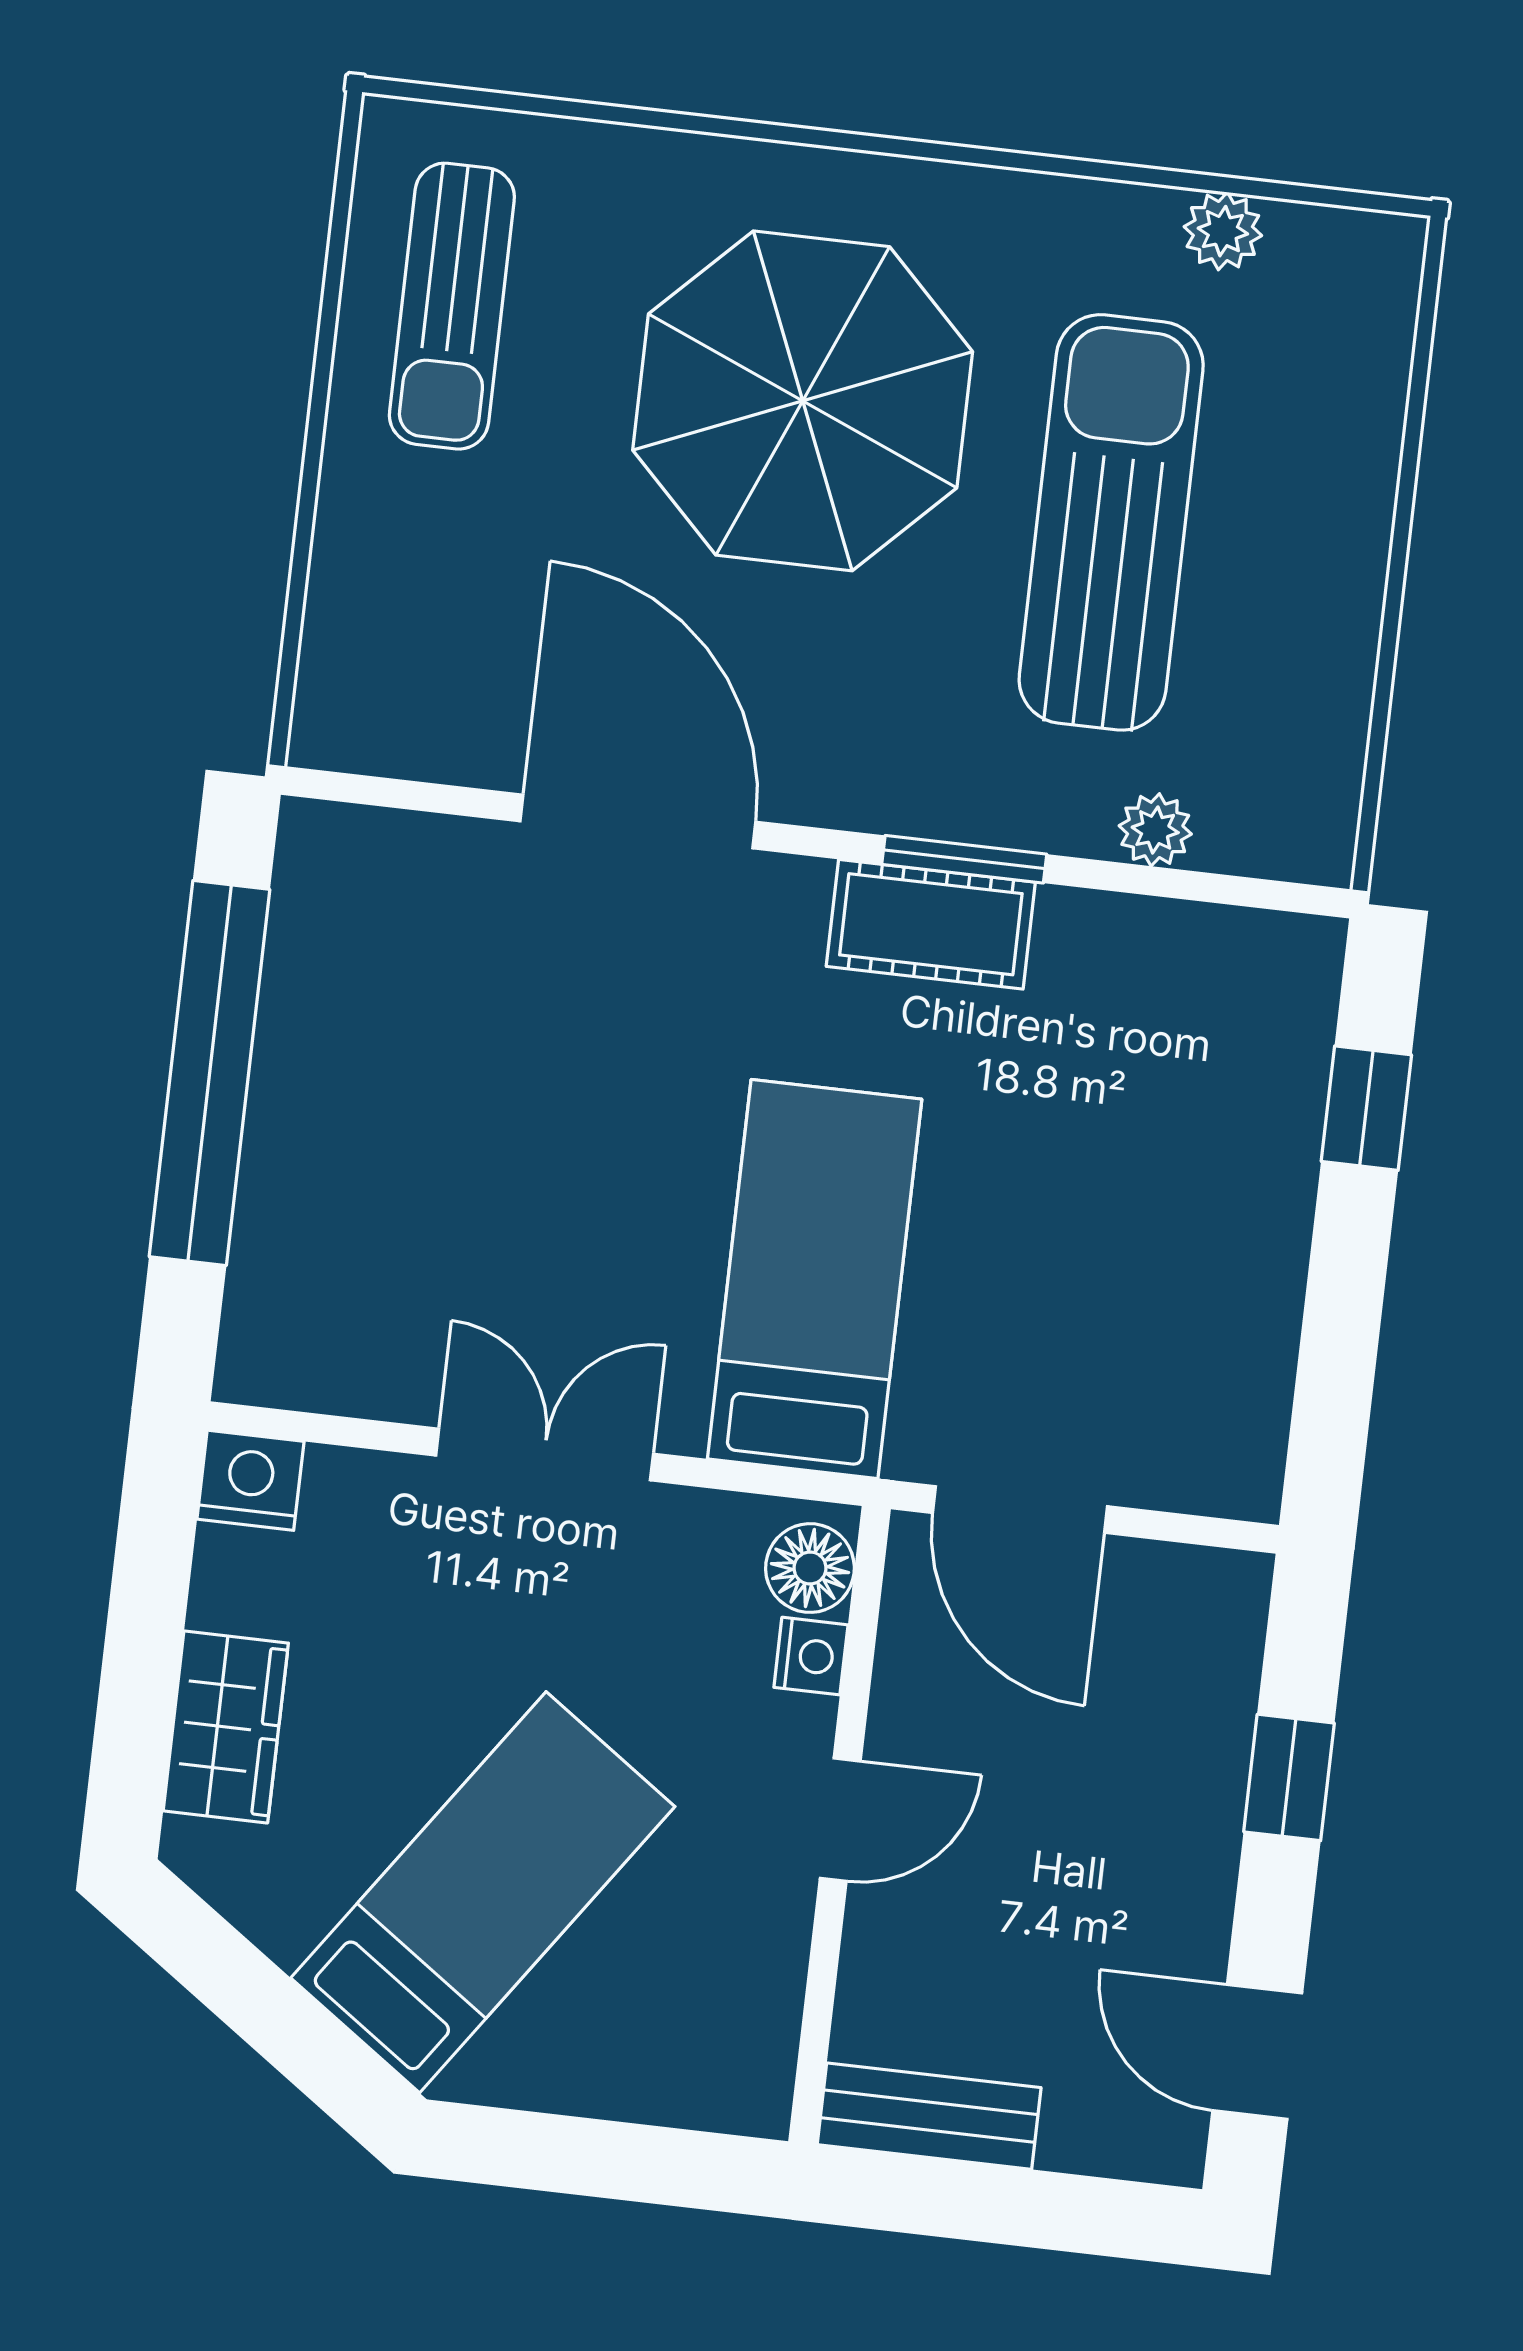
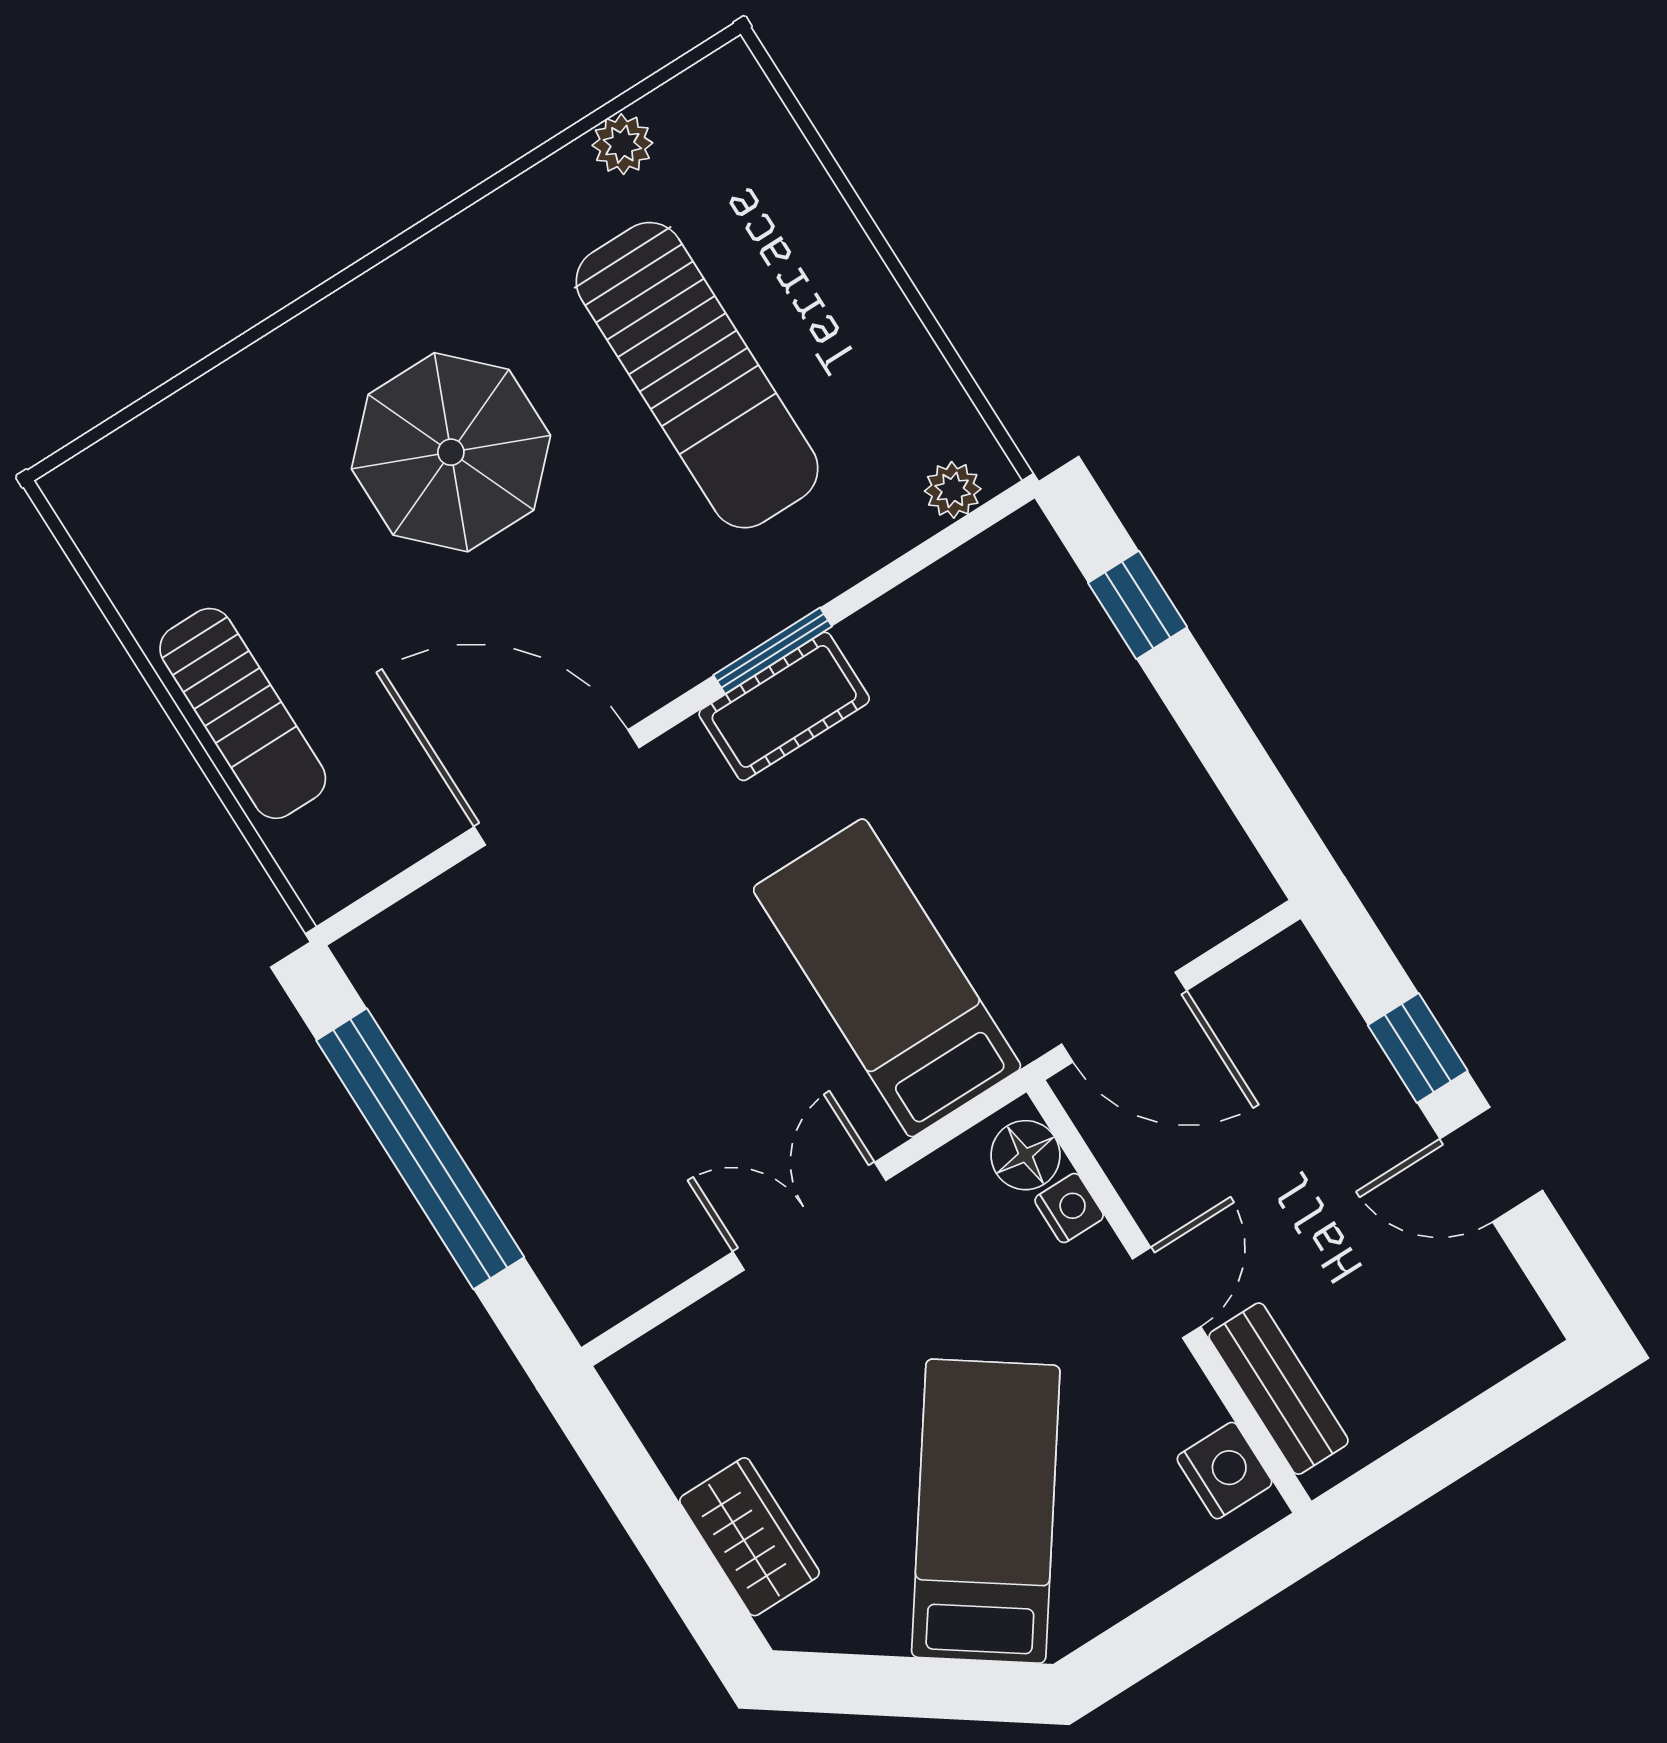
sun lounger: (452, 306) -> (243, 713), moved
parasol: (803, 401) -> (451, 452), width x0.73, depth x0.73
sun lounger: (1111, 522) -> (697, 375), turned 180
plant: (1155, 830) -> (953, 490), moved
nightstand: (250, 1480) -> (1224, 1471), moved, turned 90
door: (1257, 2052) -> (1491, 1164), moved
bench: (929, 2116) -> (1279, 1389), moved, turned 90

